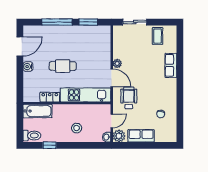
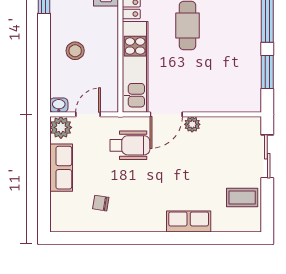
door: (112, 121) -> (88, 114), swing flipped

